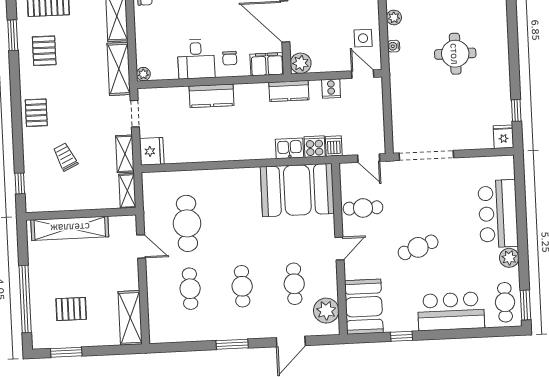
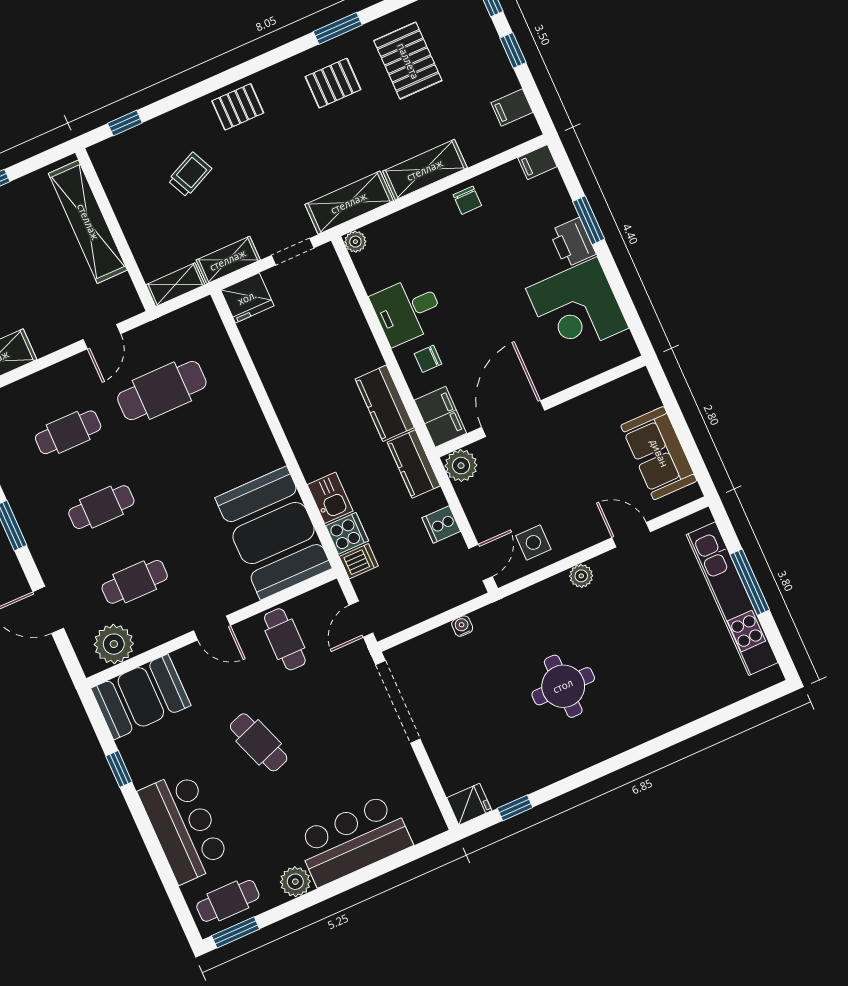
water cooler: (394, 46) -> (462, 626), moved
kitchen counter: (212, 96) -> (385, 403), moved

